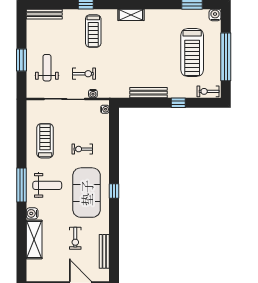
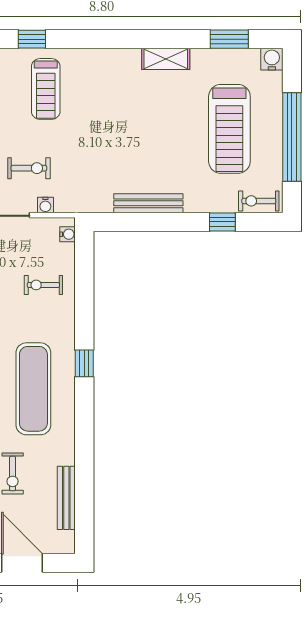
shelving: (131, 15) -> (166, 59), moved
window: (178, 103) -> (222, 222), moved
exercise bike: (82, 149) -> (43, 285), moved
window: (114, 191) -> (84, 363), moved
exercise mat: (87, 193) -> (33, 389), width x0.68

